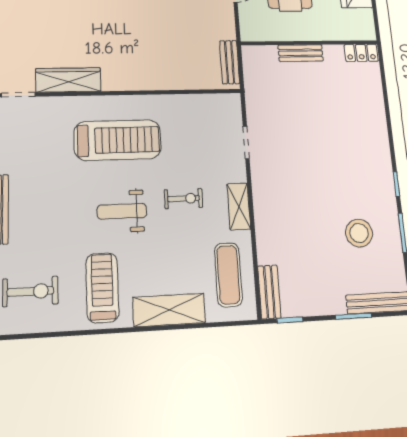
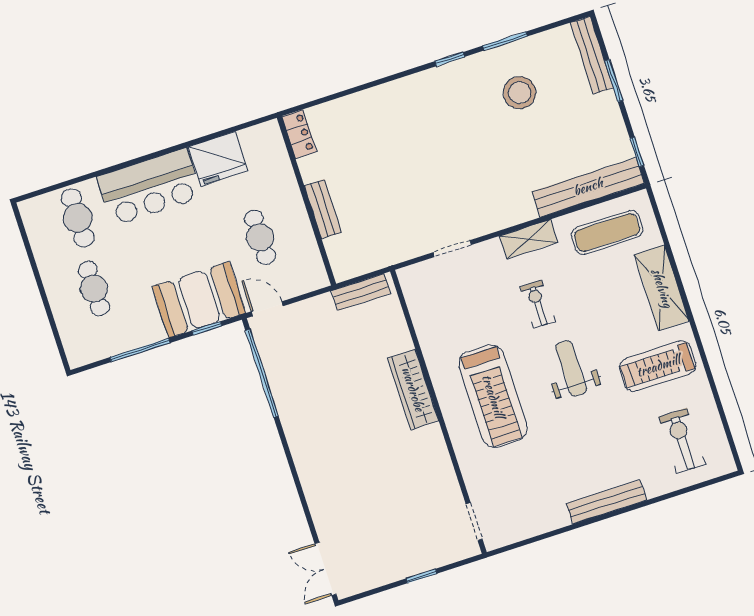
wardrobe: (68, 80) -> (413, 389), moved
treadmill: (118, 140) -> (493, 396), turned 180
weight bench: (122, 211) -> (571, 368), turned 180
bench: (269, 292) -> (588, 187), width x1.86, depth x1.21

